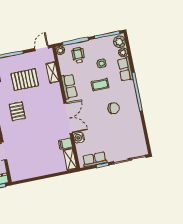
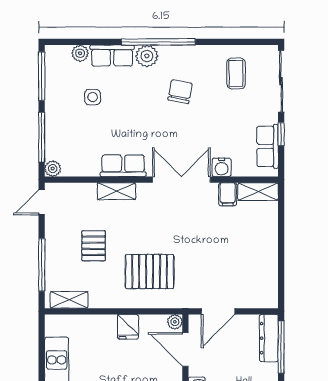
plant: (119, 42) -> (147, 56), moved
door: (42, 48) -> (42, 202), hinge flipped
wheelchair: (78, 55) -> (69, 138), removed
shelving: (53, 72) -> (116, 191), moved
pallet: (25, 80) -> (94, 246), width x0.67, depth x0.71
coffee table: (100, 85) -> (236, 73), moved
pallet: (17, 111) -> (150, 271), width x1.50, depth x1.42

